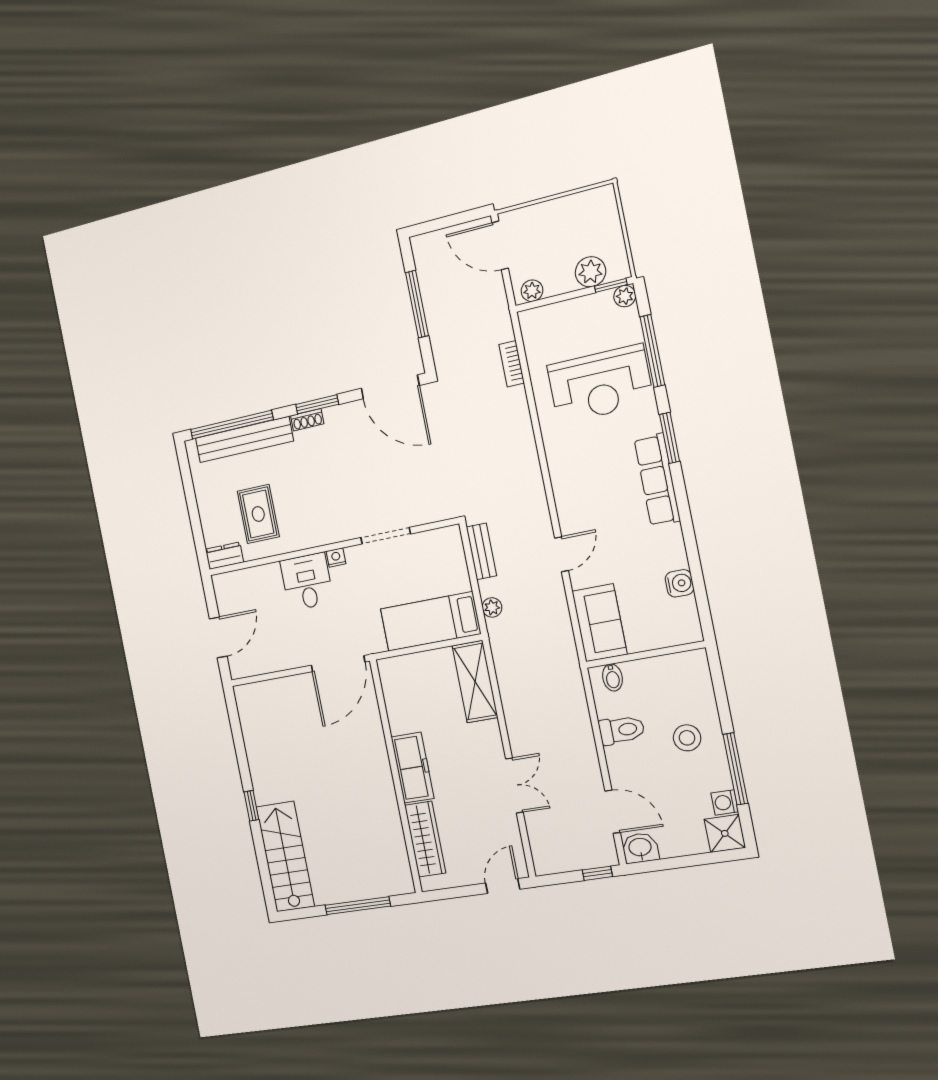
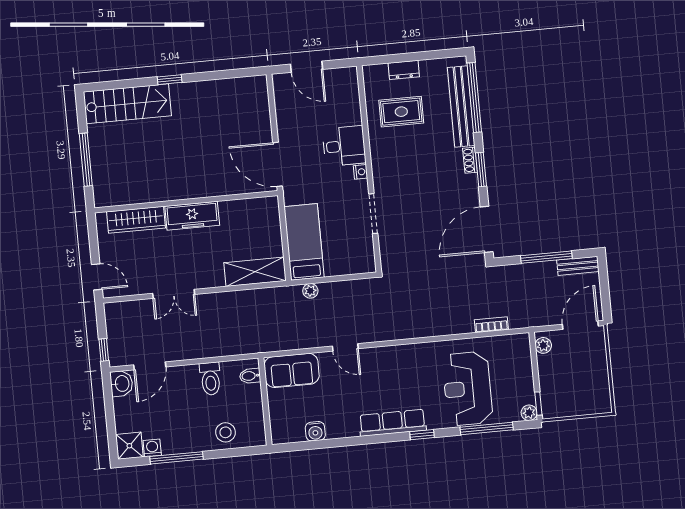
plant: (591, 272) -> (551, 390), removed
window: (670, 438) -> (422, 435), width x0.67
bench: (481, 551) -> (578, 266), moved
dresser: (224, 556) -> (404, 70), moved, turned 90
stool: (687, 738) -> (225, 432), moved

